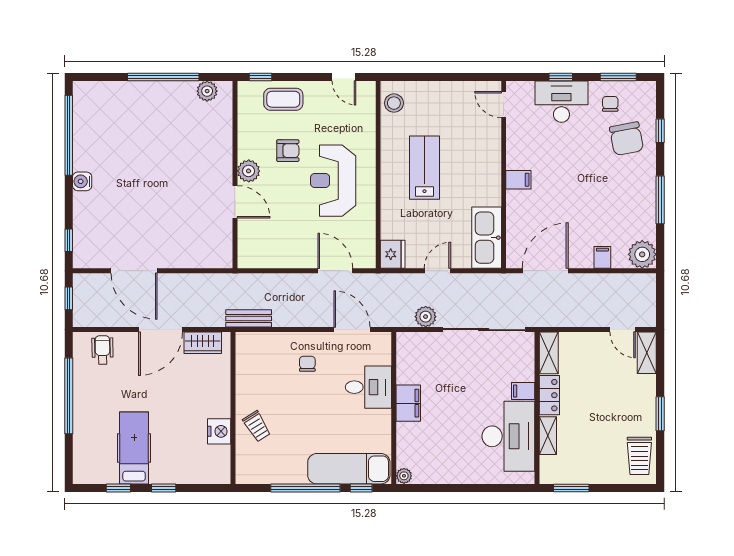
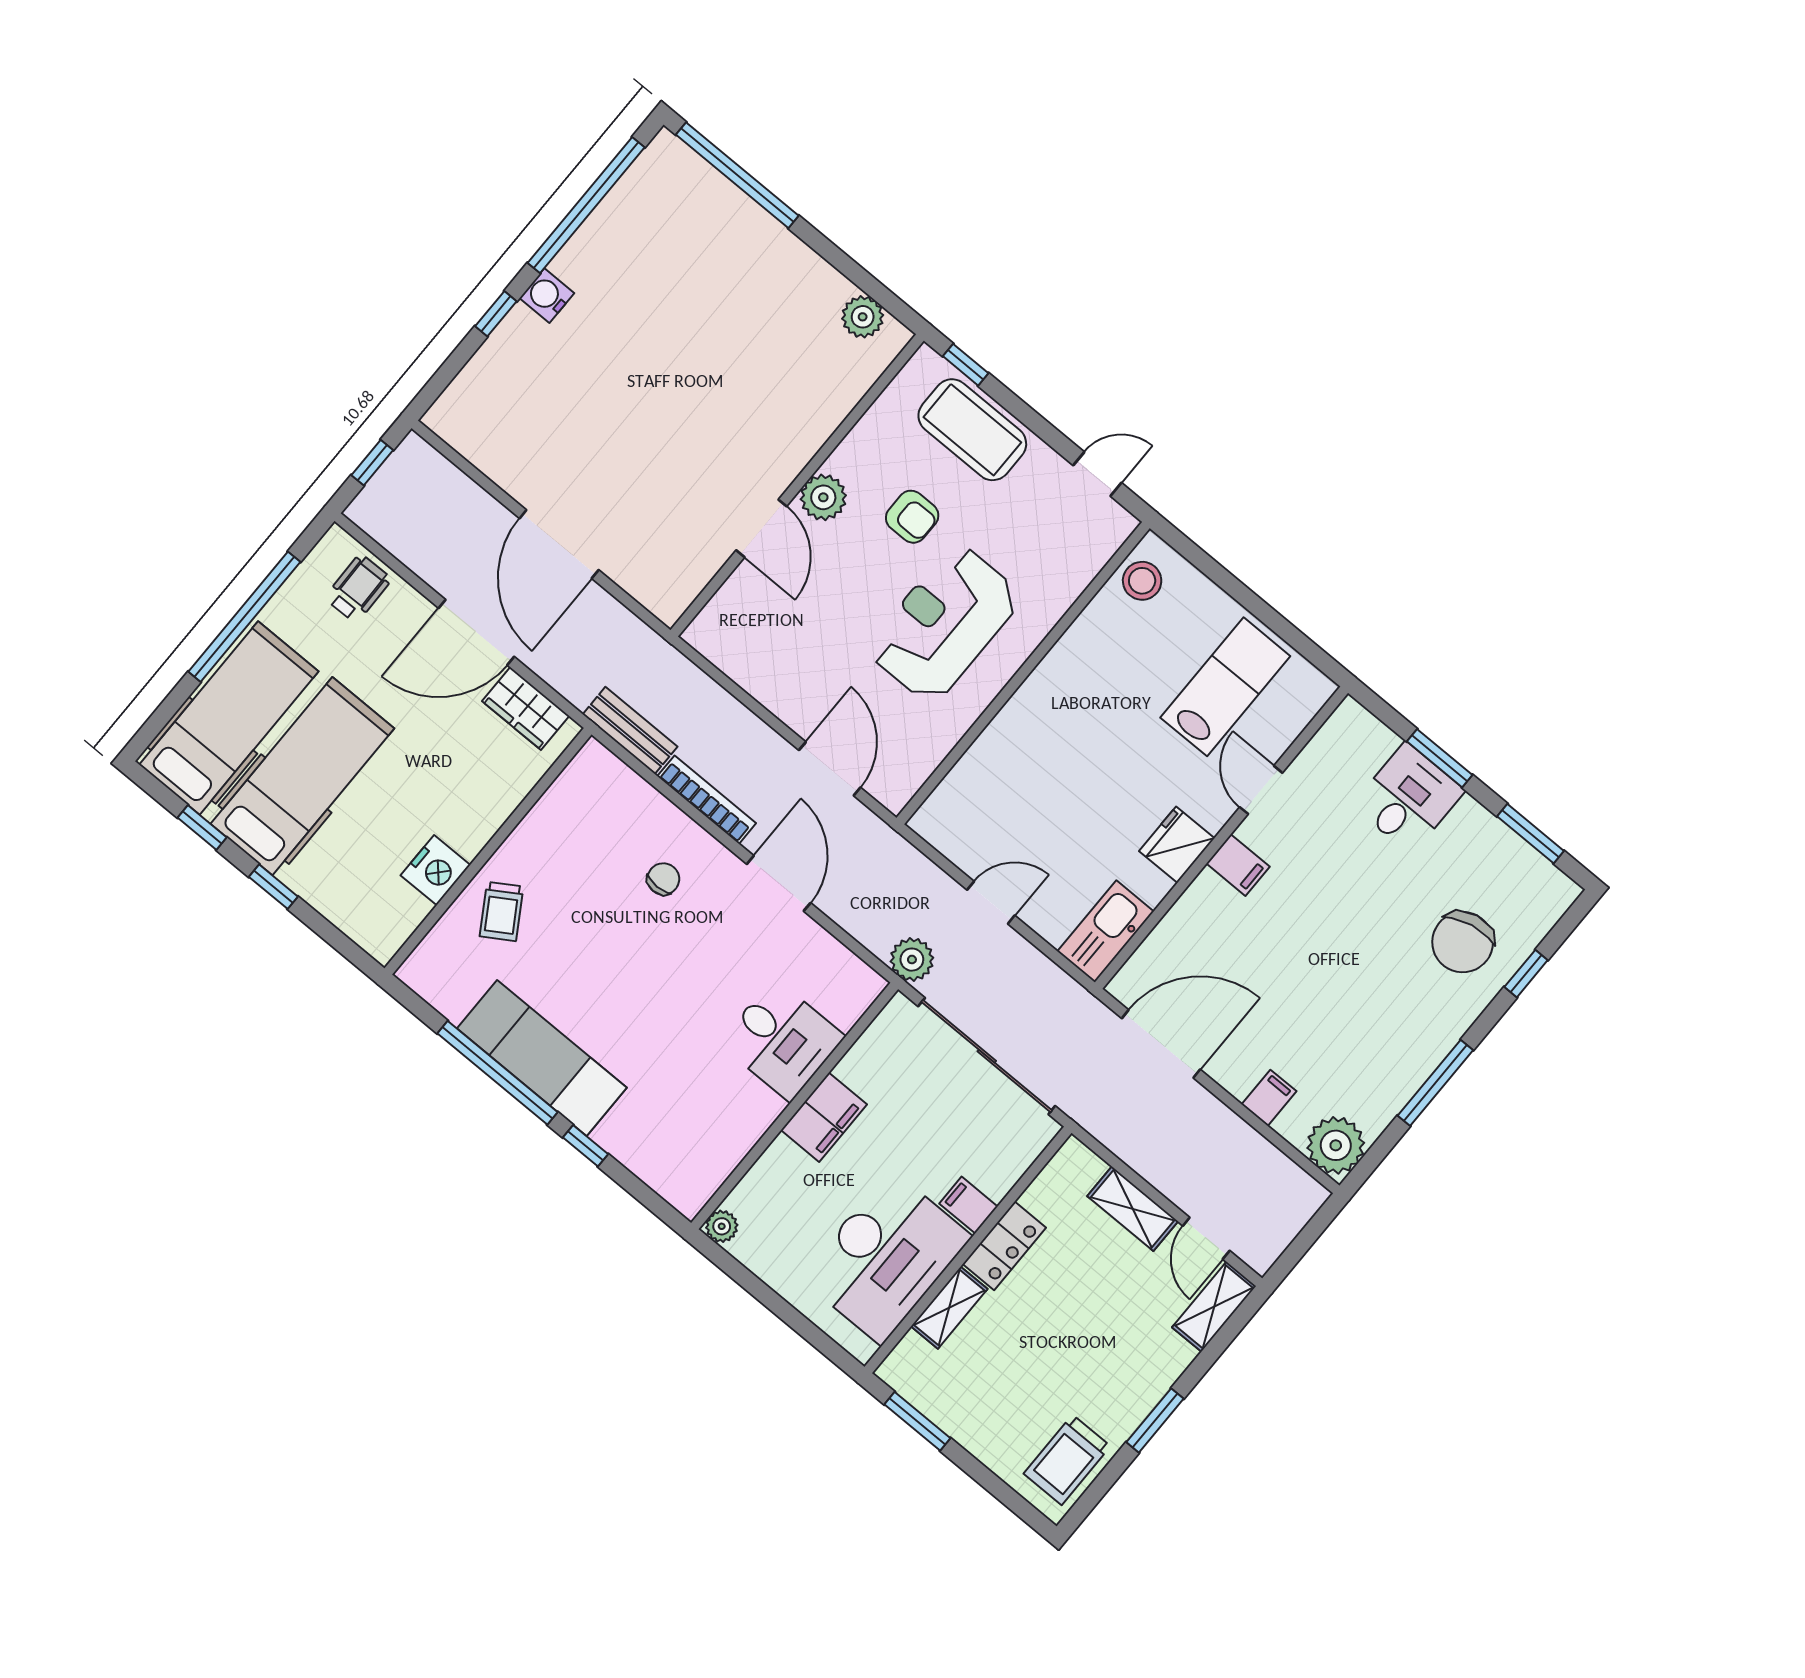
window: (163, 77) -> (737, 175), moved
door: (344, 77) -> (1097, 474), swing flipped
window: (561, 77) -> (1440, 758), width x1.50
coffee table: (283, 99) -> (972, 430), width x1.36, depth x1.32
desk: (561, 102) -> (1408, 798), width x0.73
chair: (610, 104) -> (1483, 866), removed
door: (504, 105) -> (1261, 790), moved
lab bench: (424, 168) -> (1225, 687), moved
kitchen sink: (487, 238) -> (1106, 931), width x0.73, depth x0.81
window: (69, 240) -> (496, 314), moved
fridge: (393, 254) -> (1177, 845), moved, turned 180
door: (134, 271) -> (559, 544), moved
bookcase: (299, 321) -> (707, 800), added
shelving: (549, 353) -> (1133, 1209), moved, turned 90
desk: (368, 387) -> (782, 1040), moved
filing cabinet: (408, 403) -> (824, 1117), moved
wall: (394, 408) -> (795, 1106), moved
hospital bed: (94, 439) -> (229, 718), added
hospital bed: (134, 448) -> (302, 776), width x1.37, depth x1.29
exam couch: (349, 469) -> (542, 1058), moved
plant: (404, 476) -> (722, 1226), moved

